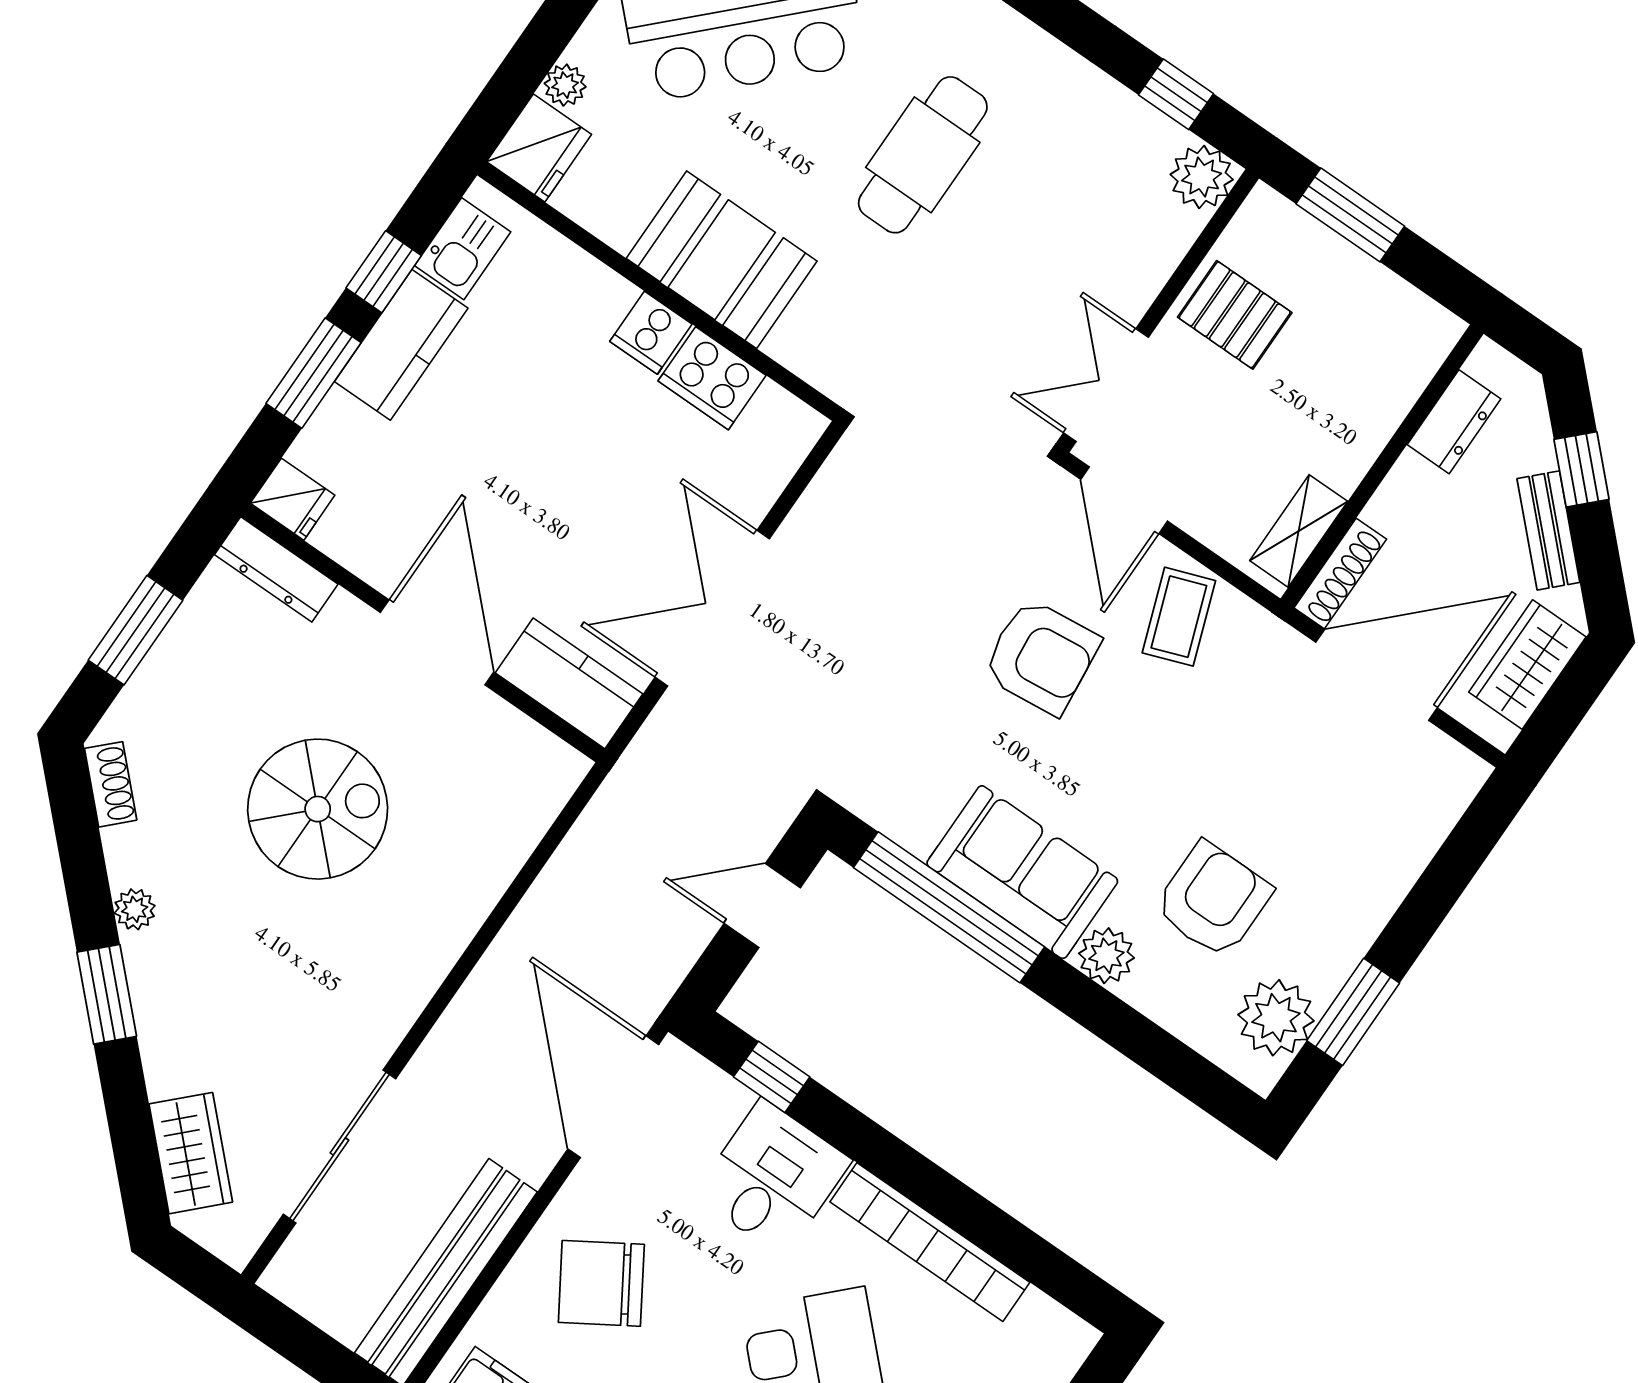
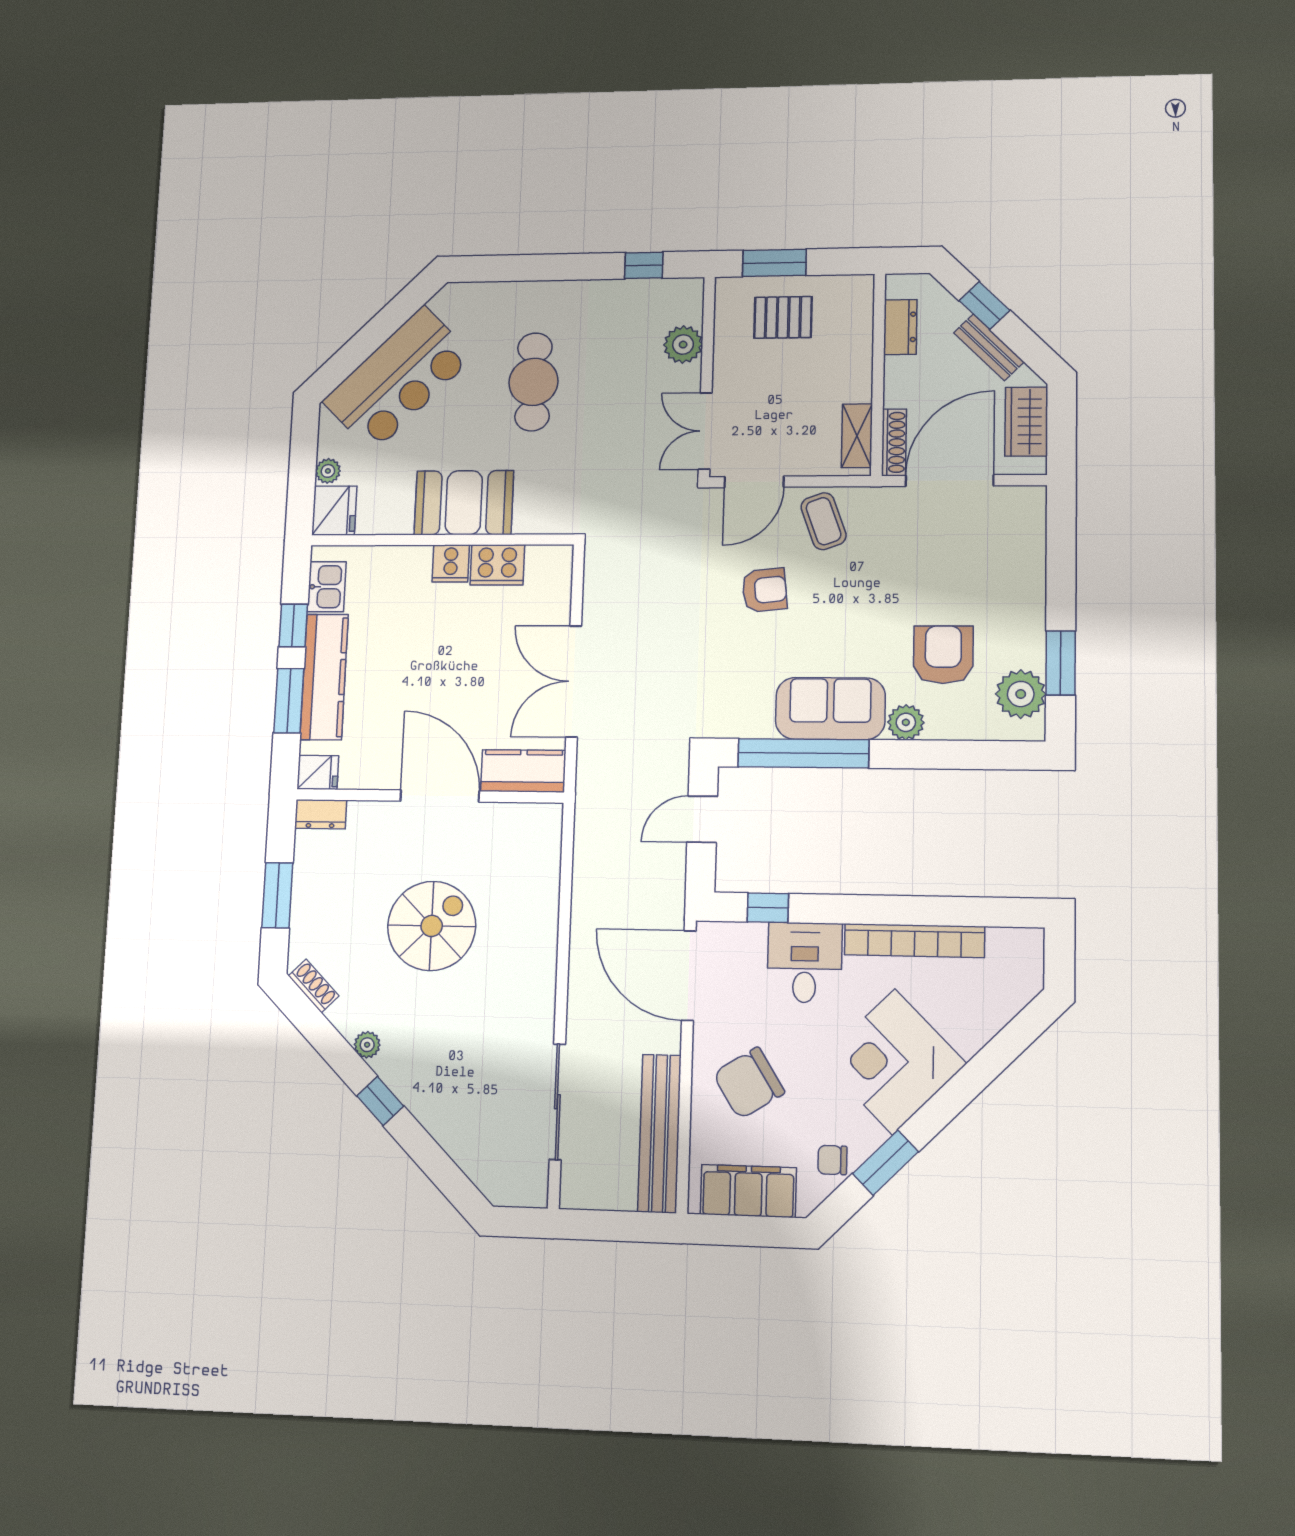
plant: (1202, 177) -> (683, 345), moved
pallet: (1235, 315) -> (783, 317), moved
kitchen counter: (401, 345) -> (324, 677), width x1.50
door: (1124, 500) -> (754, 482), hinge flipped
dresser: (276, 569) -> (321, 814), width x0.70
armchair: (1041, 657) -> (764, 590), width x0.72, depth x0.72
window: (107, 994) -> (380, 1101), width x0.67
wardrobe: (191, 1153) -> (479, 1159), removed

